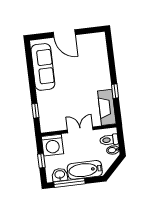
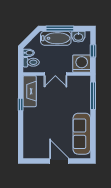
window: (35, 111) -> (93, 96), width x2.17
window: (69, 183) -> (60, 28), moved

